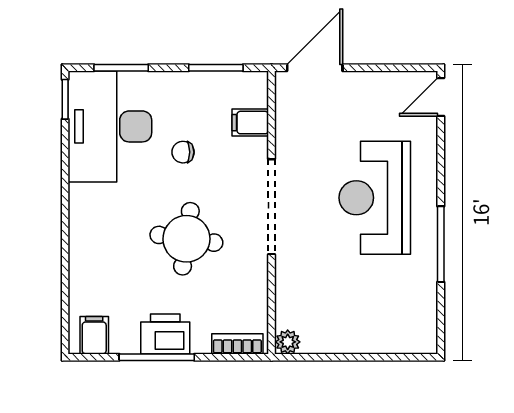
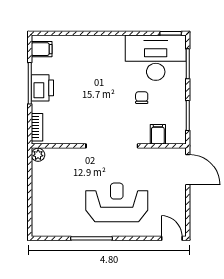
round table: (186, 239) -> (94, 99), removed

